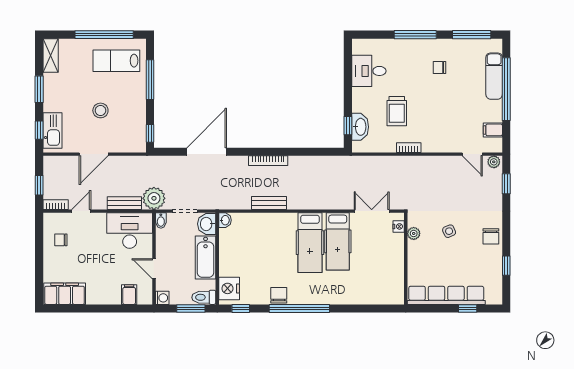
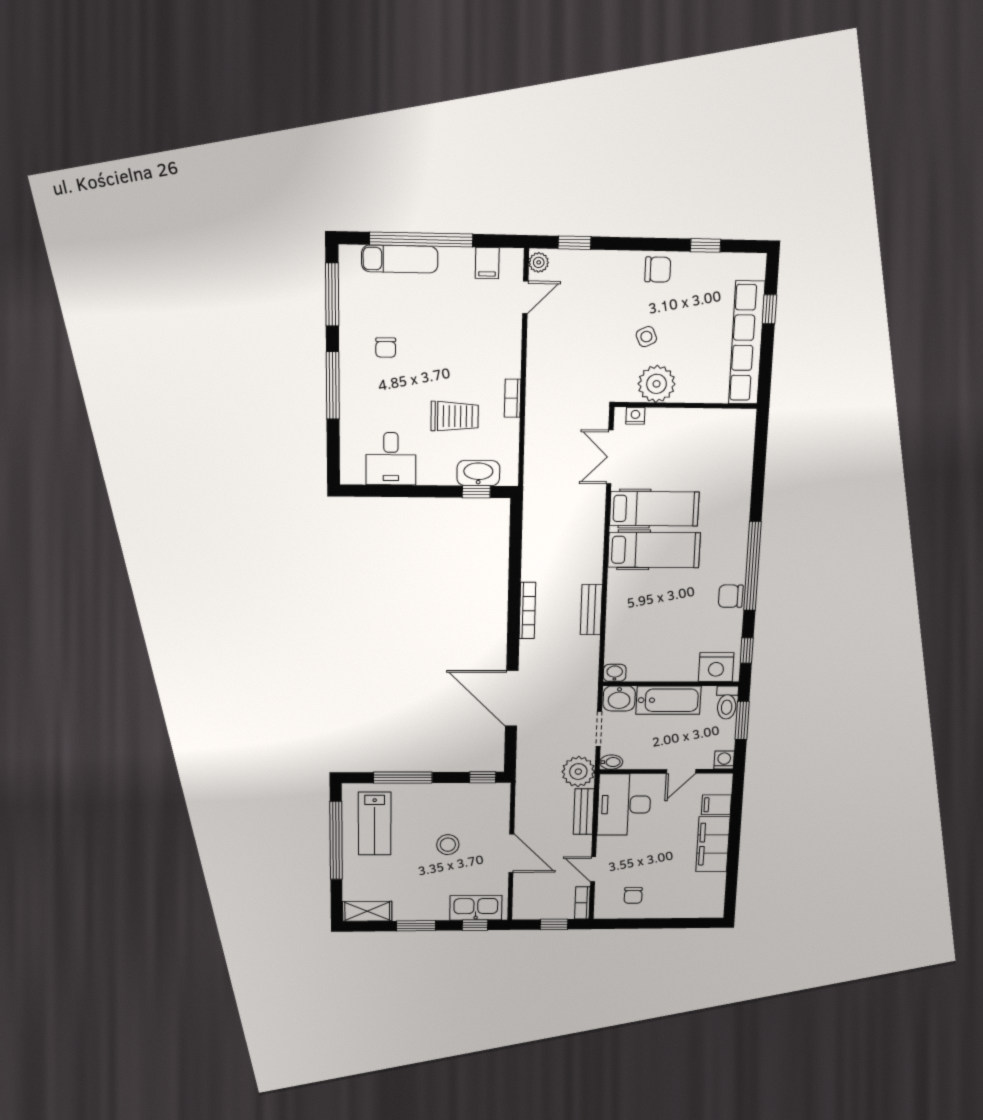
plant: (414, 233) -> (657, 384), width x1.87, depth x1.87
filing cabinet: (65, 294) -> (713, 844), moved

